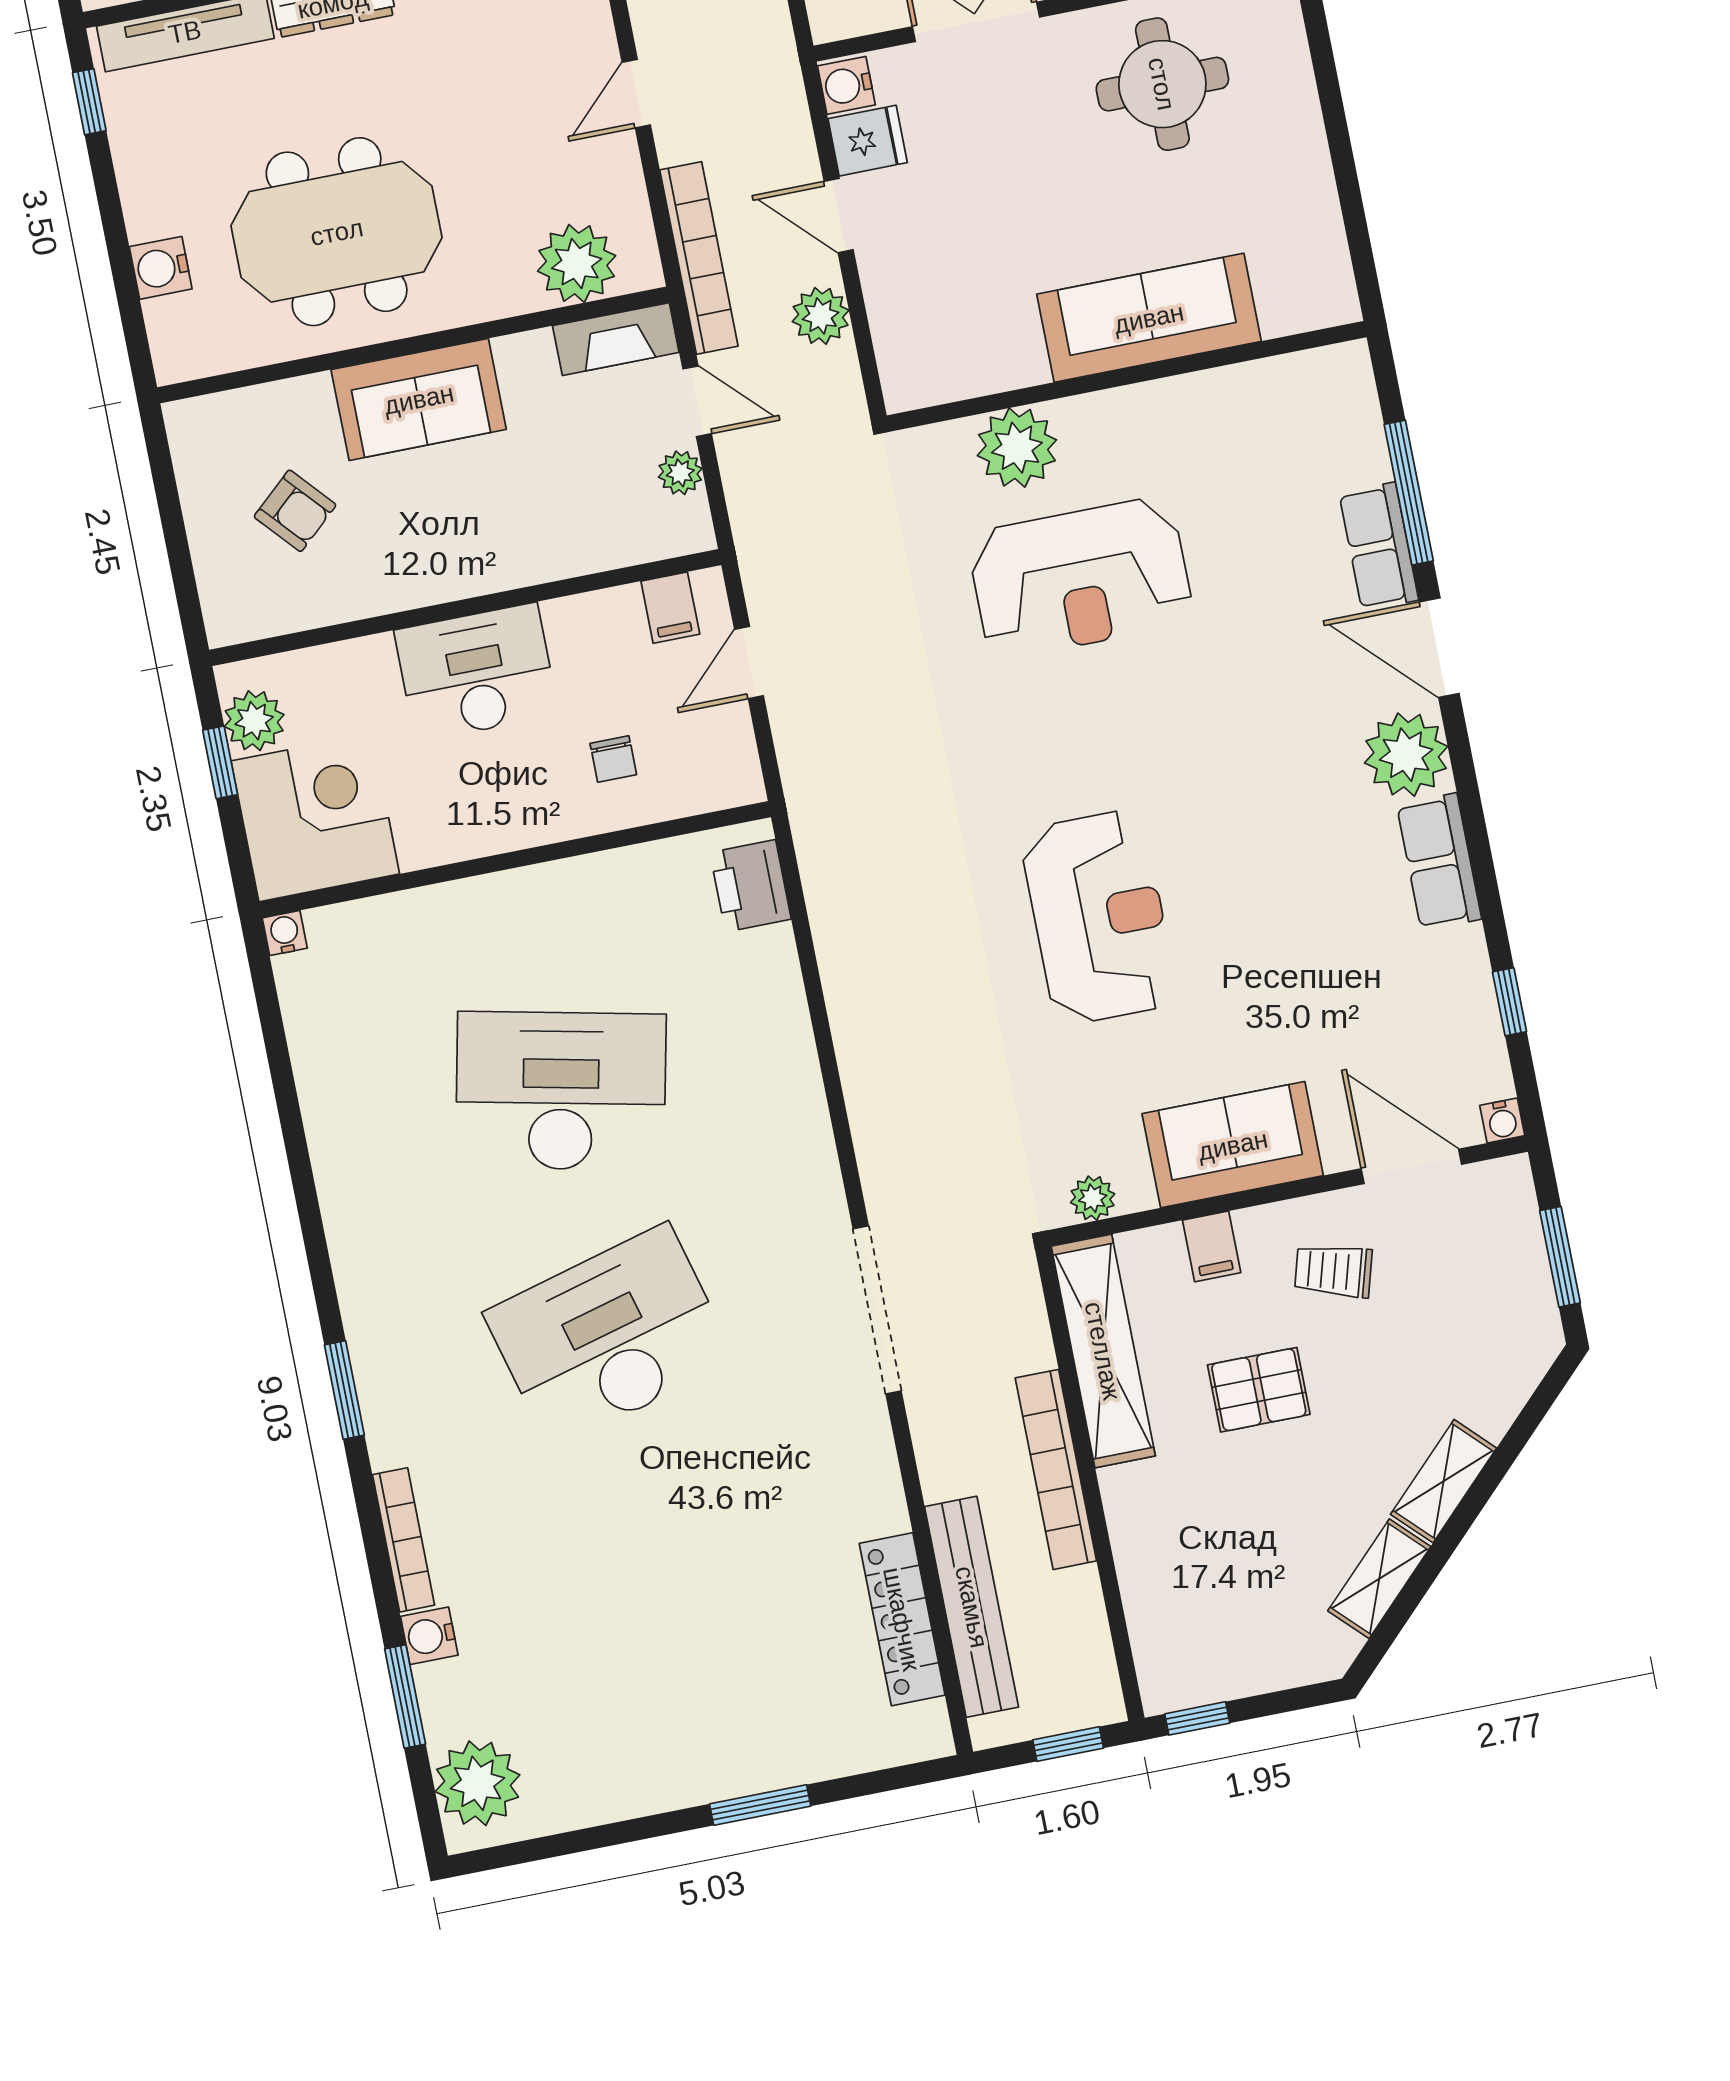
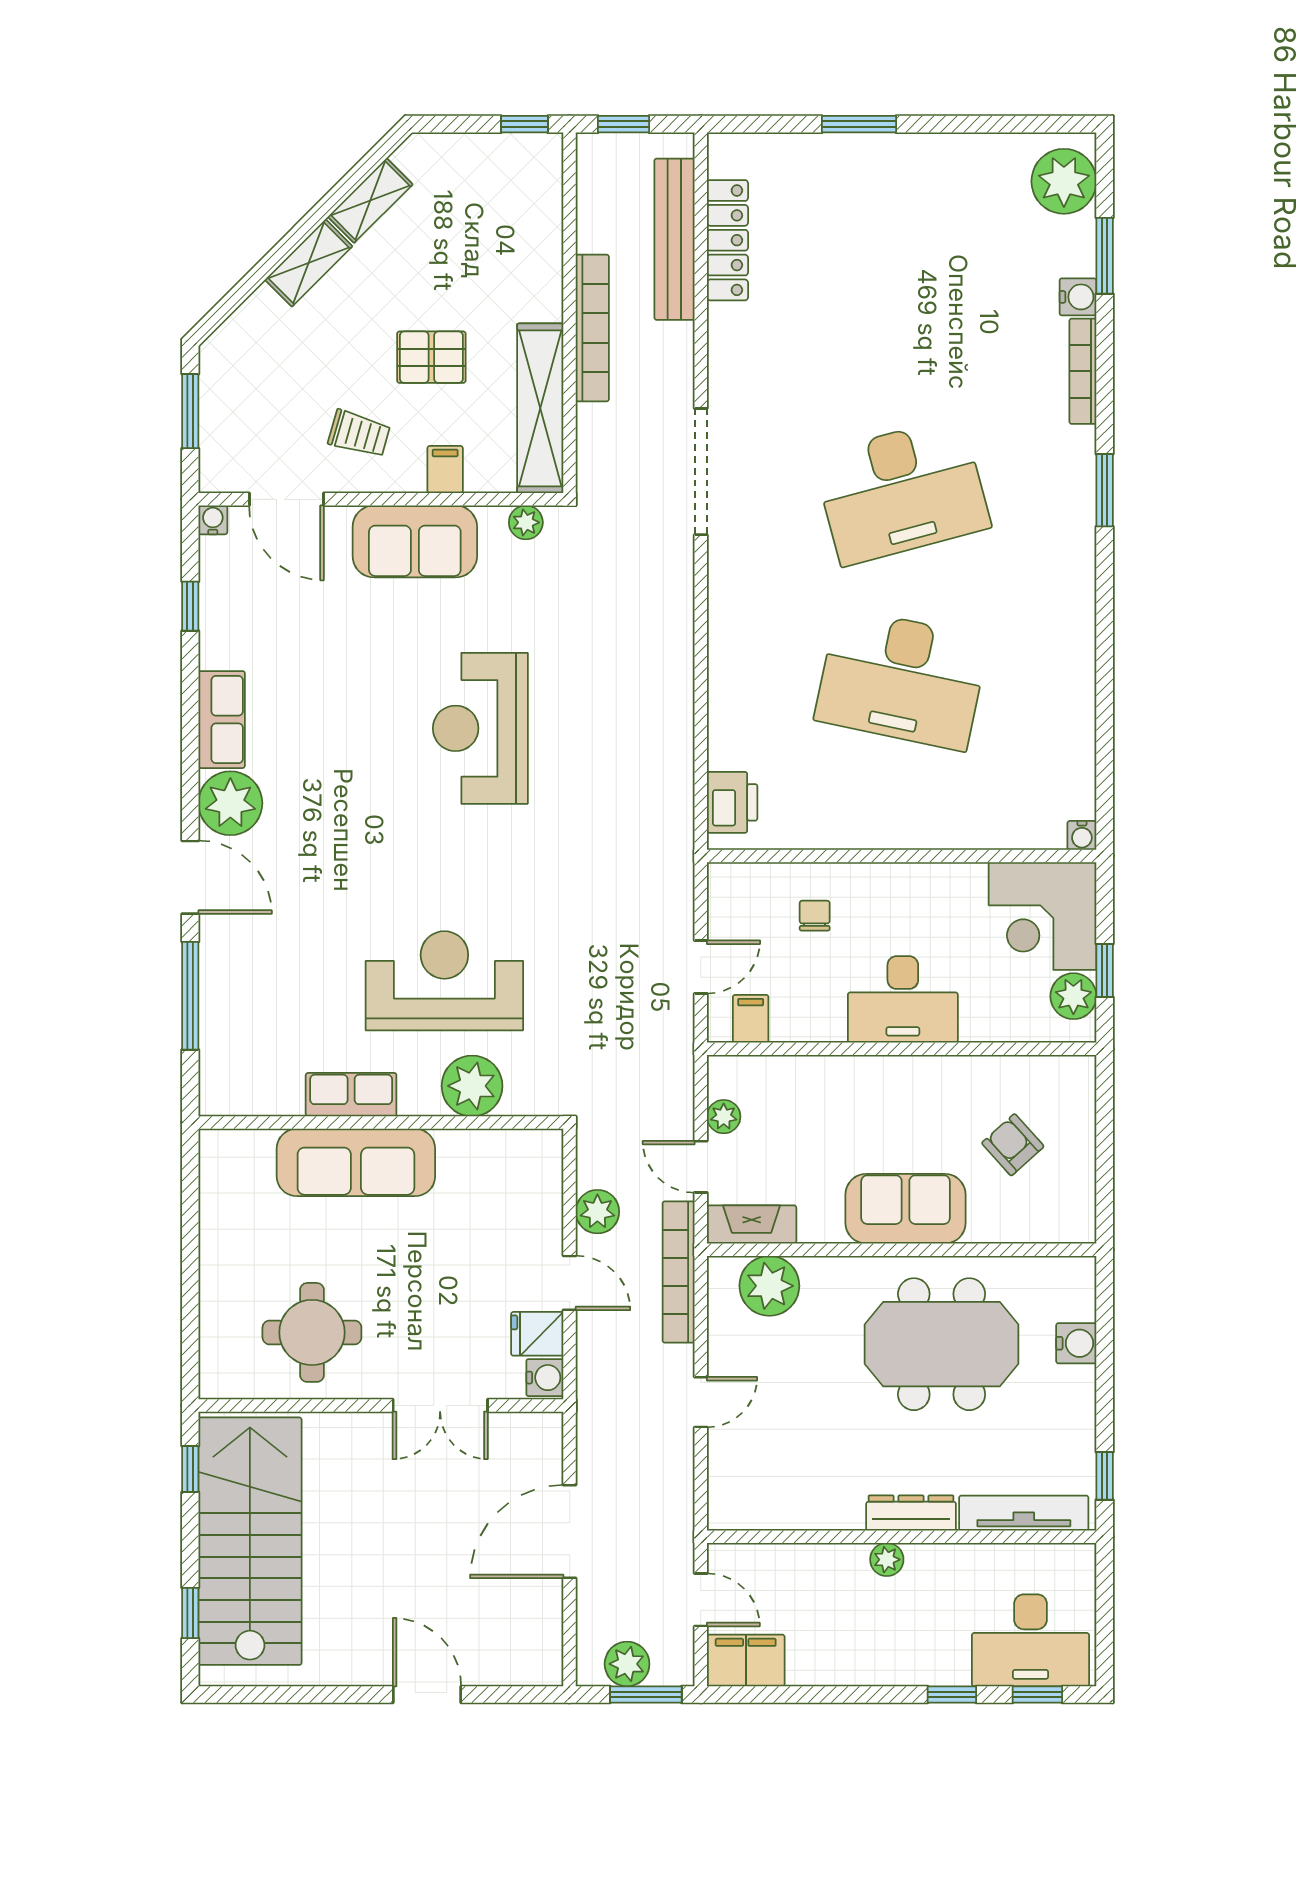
row of seats: (1379, 546) -> (351, 1095), moved, turned -90

